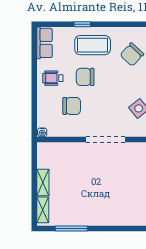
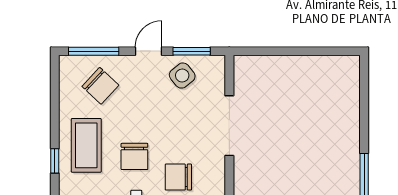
chair: (72, 106) -> (178, 177), turned -90

